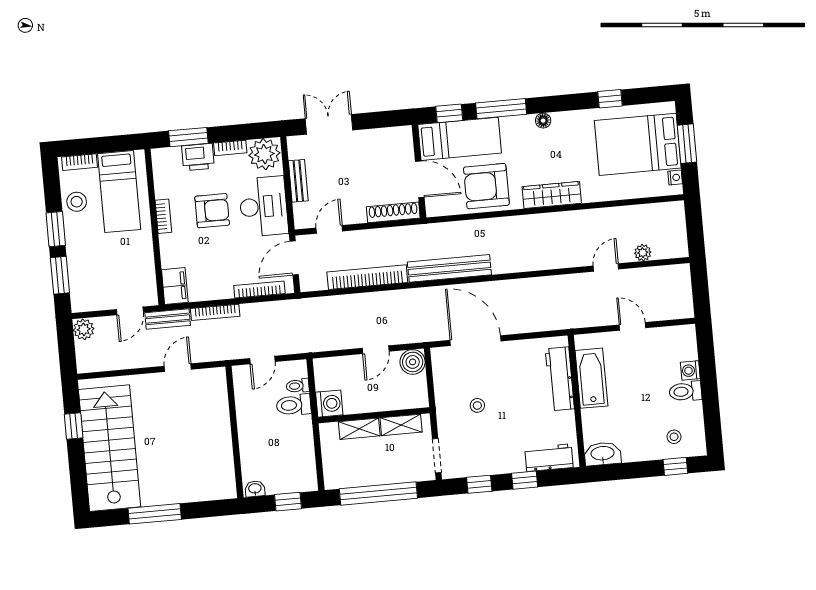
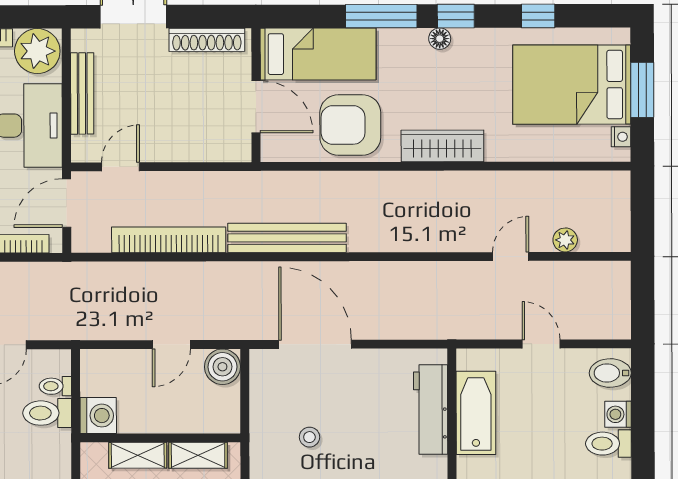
window: (449, 113) -> (456, 16), moved
bench: (298, 181) -> (82, 93), width x1.36
shoe rack: (393, 212) -> (207, 40), moved, turned 180
bidet: (682, 342) -> (610, 373), added

